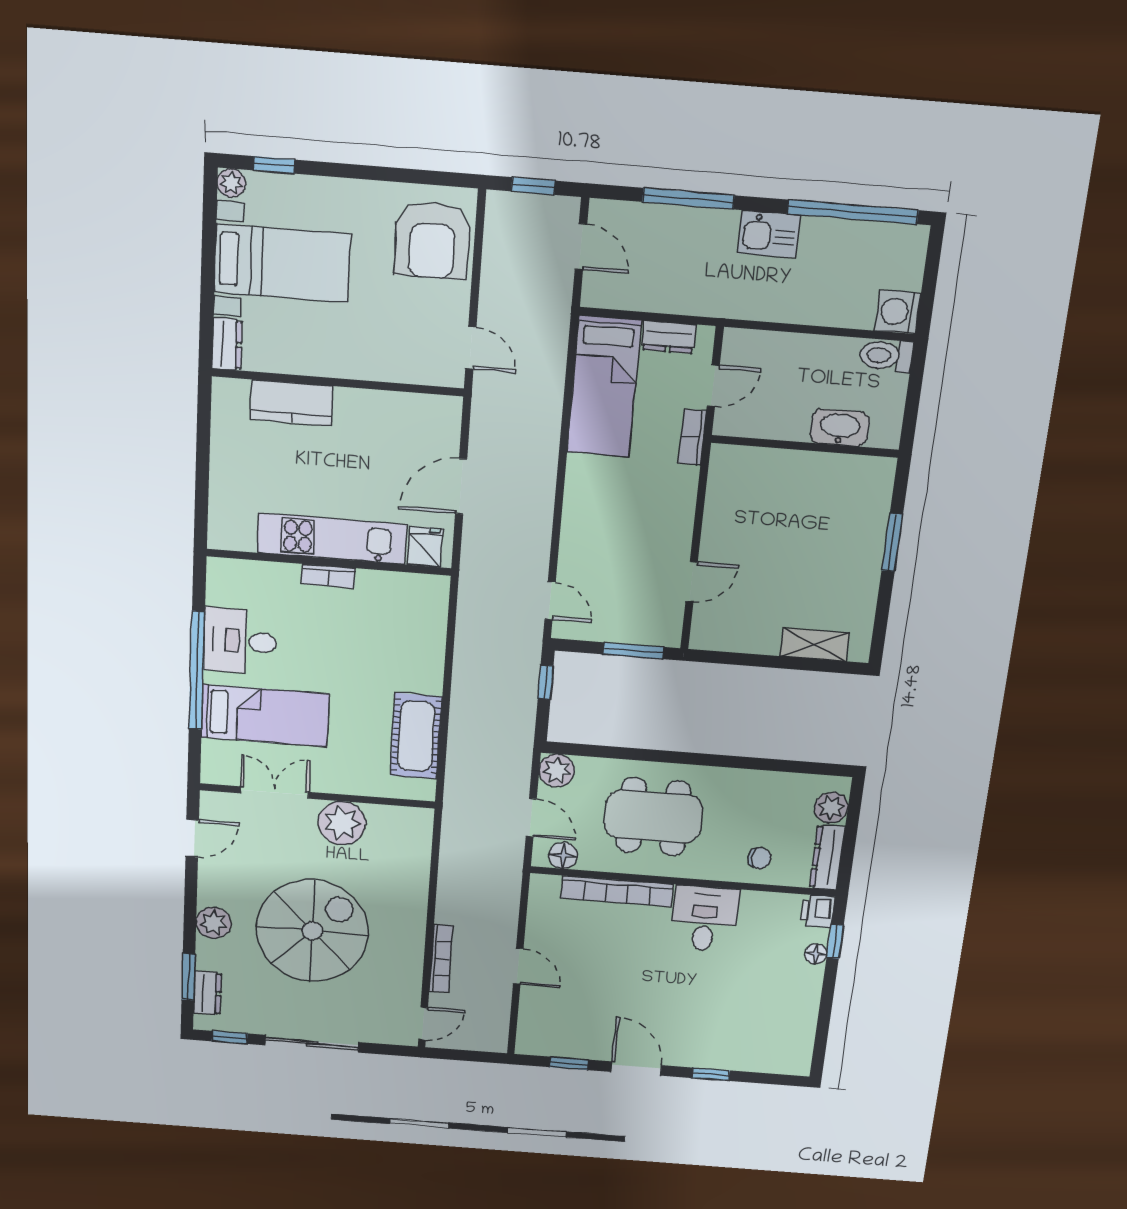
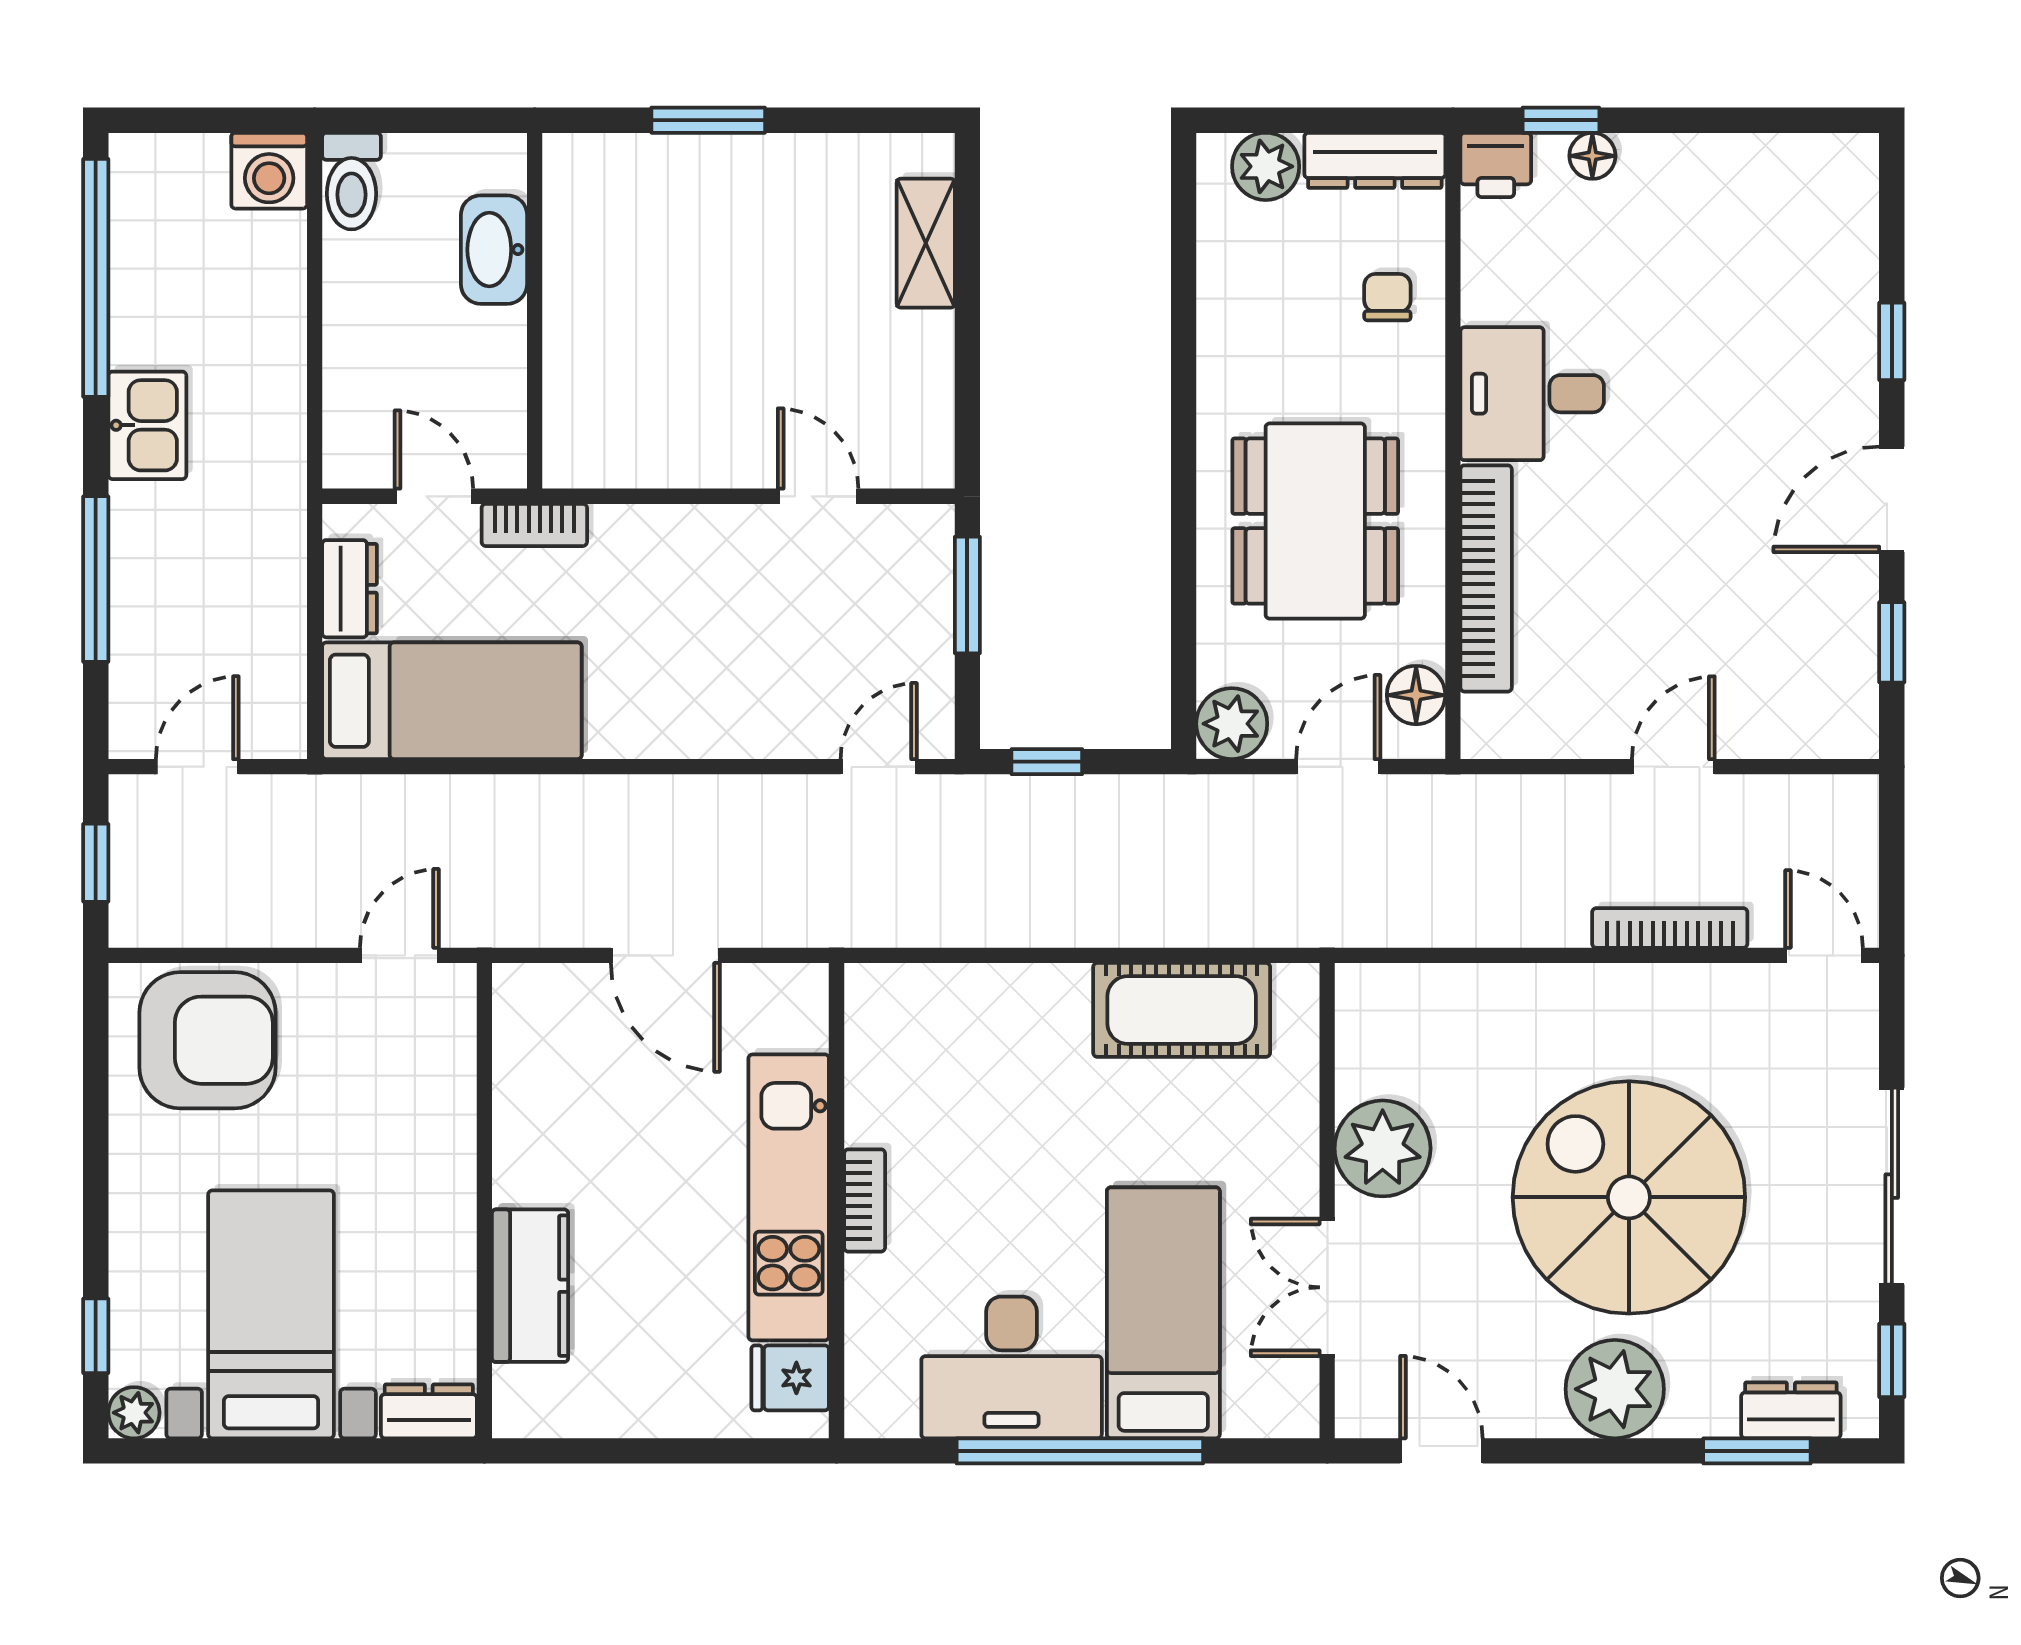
fridge: (425, 547) -> (790, 1378), moved
desk: (240, 641) -> (1012, 1367), width x1.37
plant: (213, 923) -> (1615, 1389), width x1.36, depth x1.36

